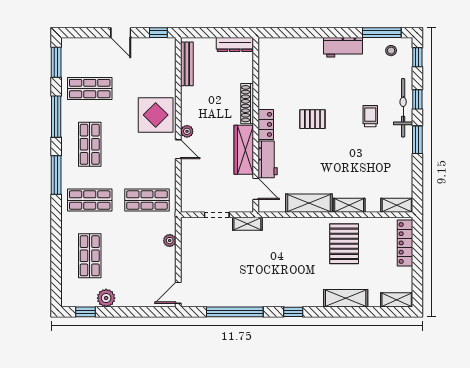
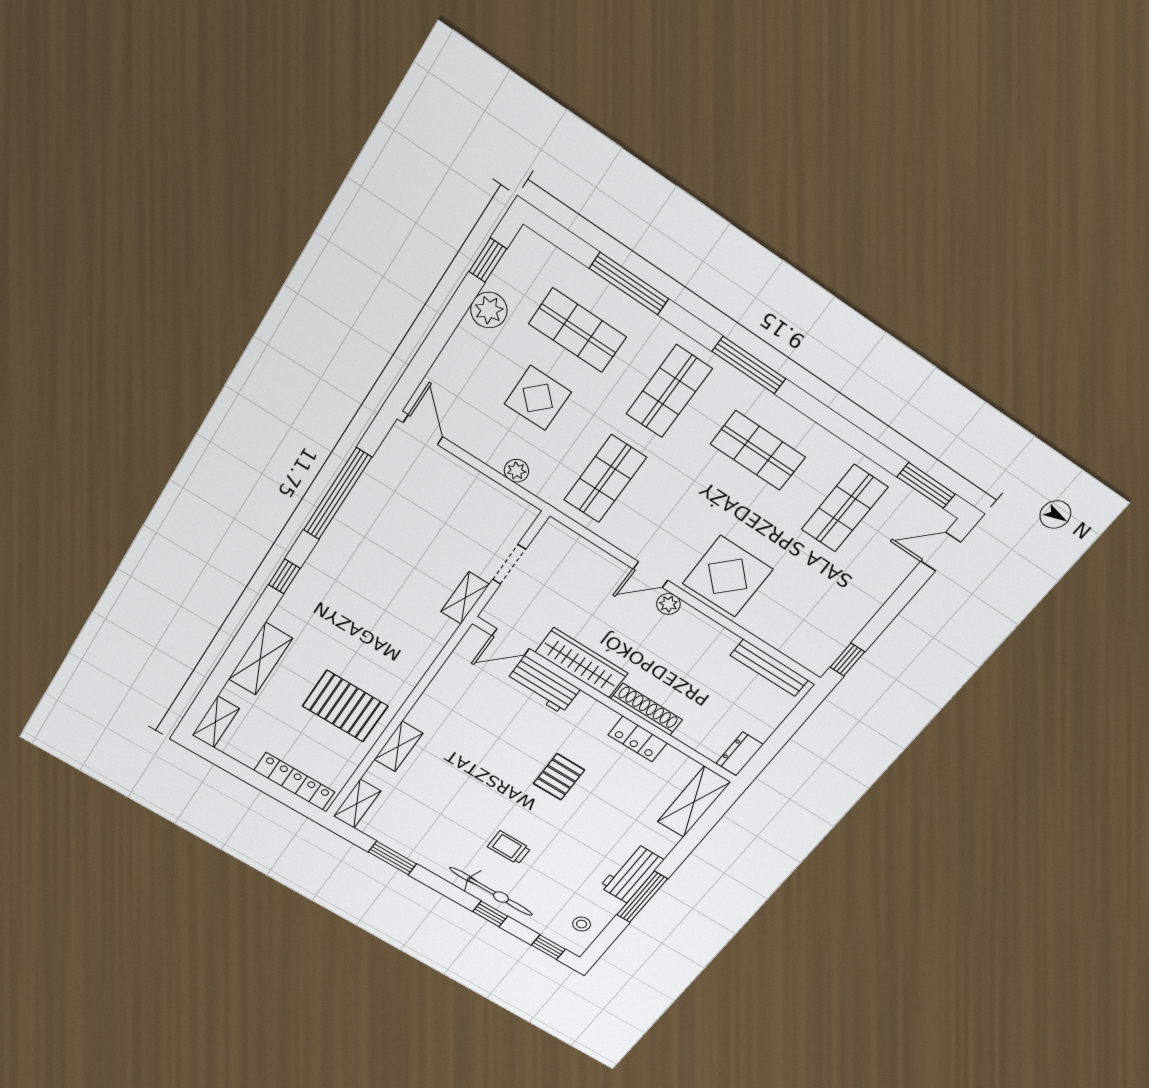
door: (121, 33) -> (941, 552), moved
window: (382, 33) -> (642, 897), moved
dresser: (235, 44) -> (740, 754), width x0.70
trolley: (370, 116) -> (509, 848), turned 180
window: (56, 117) -> (629, 284), moved
locker: (266, 124) -> (638, 739), moved
window: (417, 140) -> (392, 858), moved
shelving: (309, 203) -> (694, 802), moved
display table: (130, 253) -> (538, 398), added

